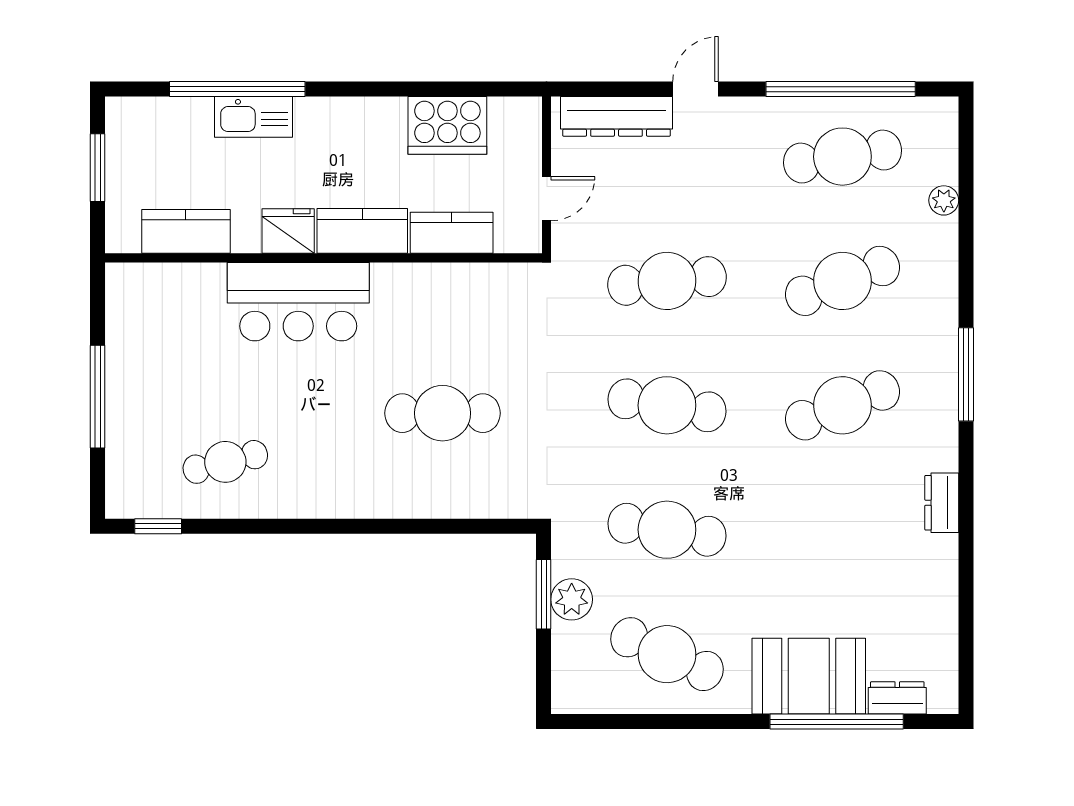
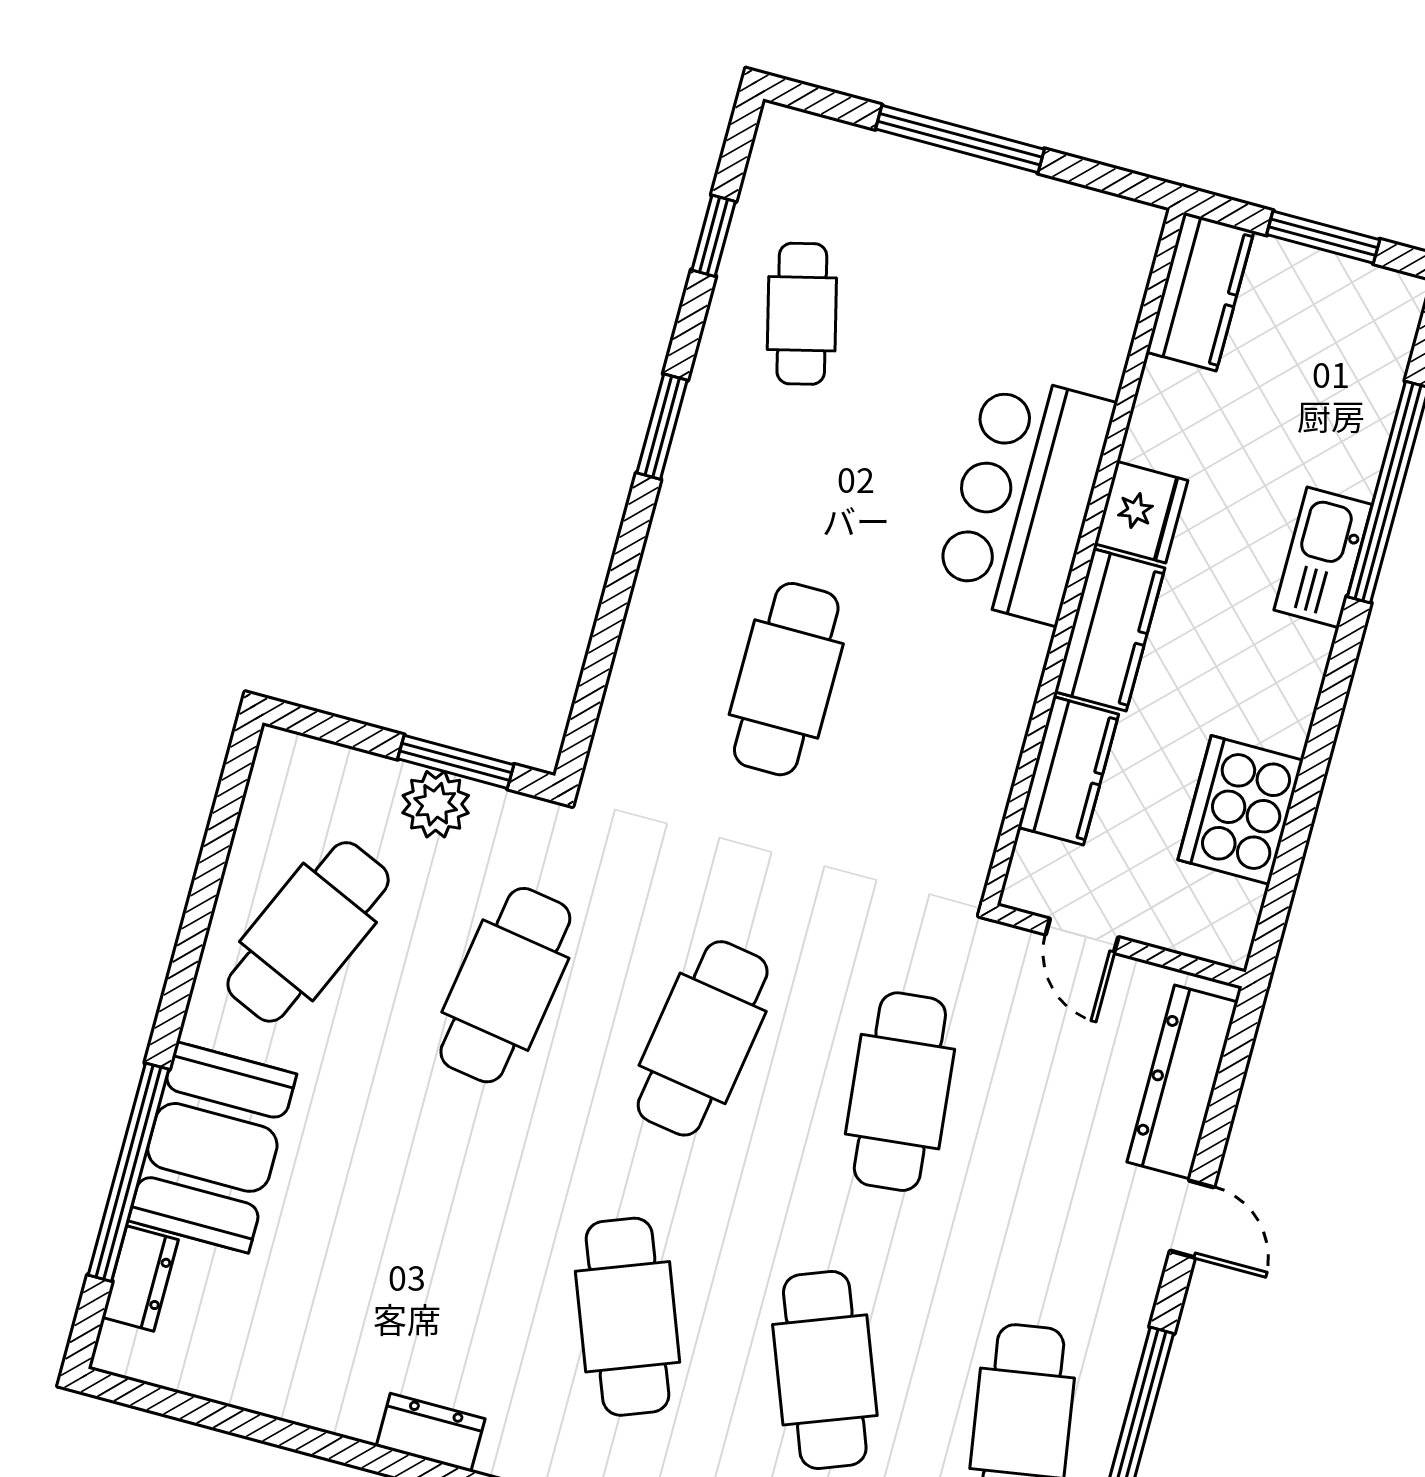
kitchen sink: (254, 117) -> (1323, 557), moved
kitchen counter: (186, 231) -> (1200, 292), moved
window: (158, 526) -> (714, 236), moved
window: (314, 526) -> (662, 427), added

